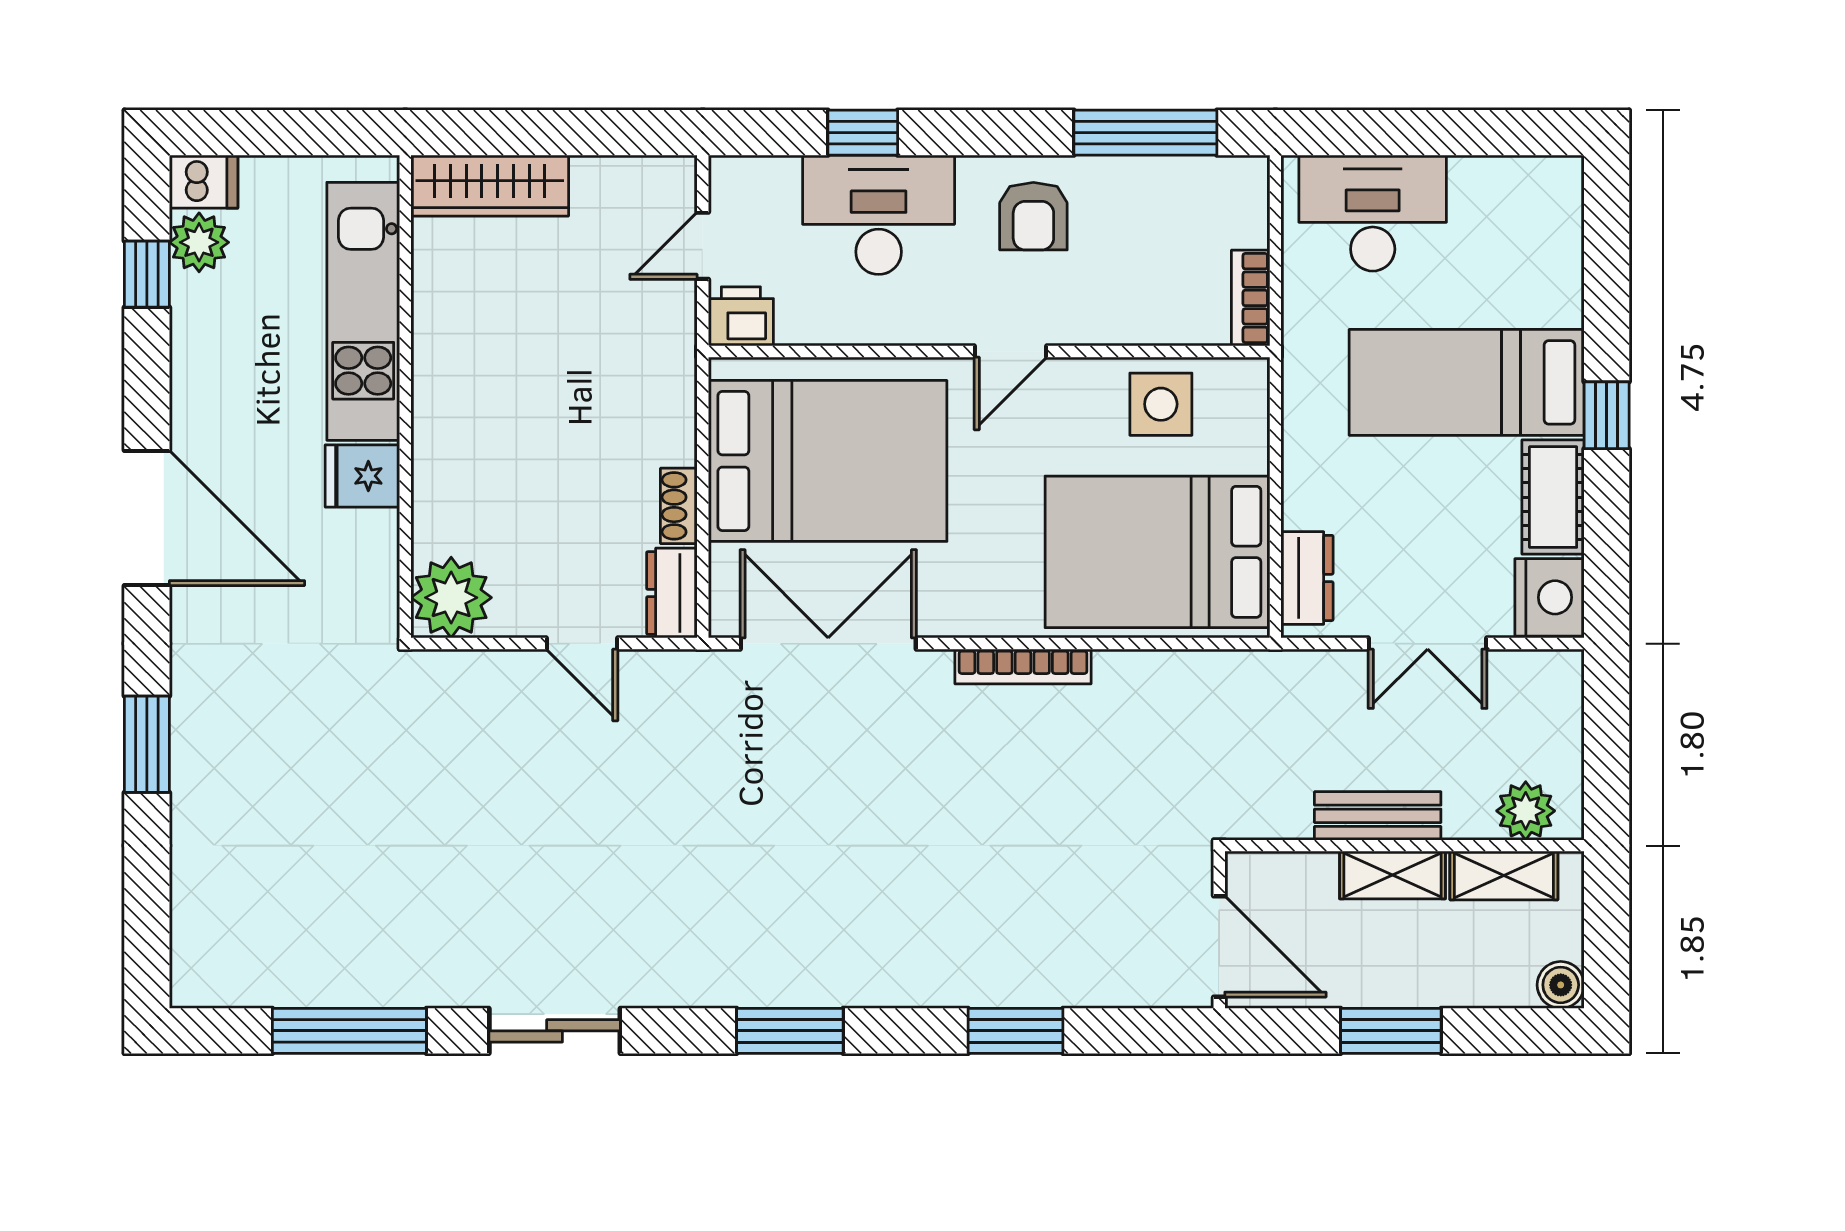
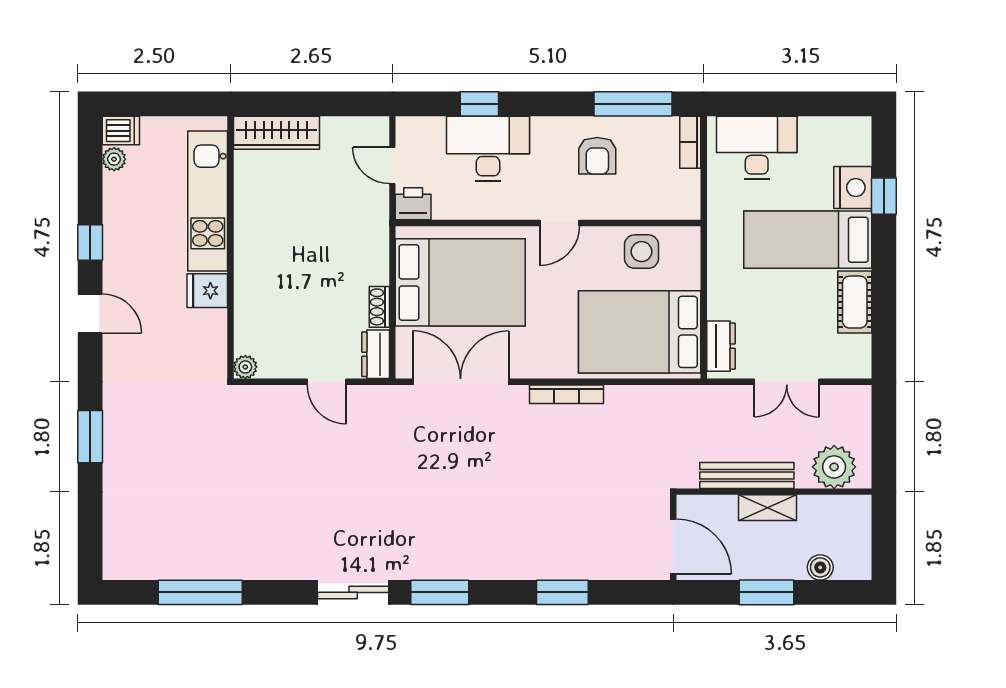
armchair: (1033, 216) -> (597, 156), moved
plant: (199, 242) -> (114, 159), width x0.73, depth x0.73
door: (703, 246) -> (392, 165), hinge flipped
window: (147, 274) -> (90, 243), moved
bookcase: (1251, 298) -> (690, 142), moved
window: (1607, 415) -> (884, 196), moved
door: (147, 518) -> (90, 314), width x0.53
nightstand: (1549, 597) -> (853, 187), moved
plant: (451, 598) -> (245, 367), width x0.53, depth x0.53
plant: (1526, 811) -> (834, 467), width x1.36, depth x1.36
bench: (1378, 816) -> (747, 475), width x1.36
shelving: (1504, 875) -> (828, 508), removed
boiler: (1561, 985) -> (820, 567), moved
sliding door: (555, 1031) -> (353, 592), moved

